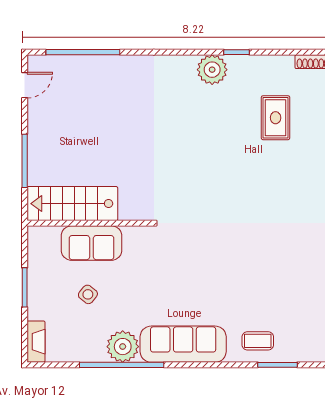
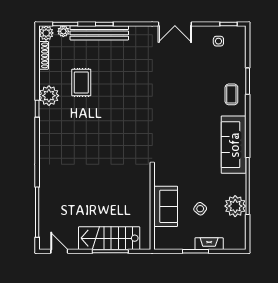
plant: (212, 70) -> (49, 96), moved
rug: (276, 118) -> (81, 82), turned 90
stairs: (72, 204) -> (109, 238), moved, turned 90
fireplace: (36, 342) -> (209, 244), moved
plant: (123, 347) -> (235, 206), moved

